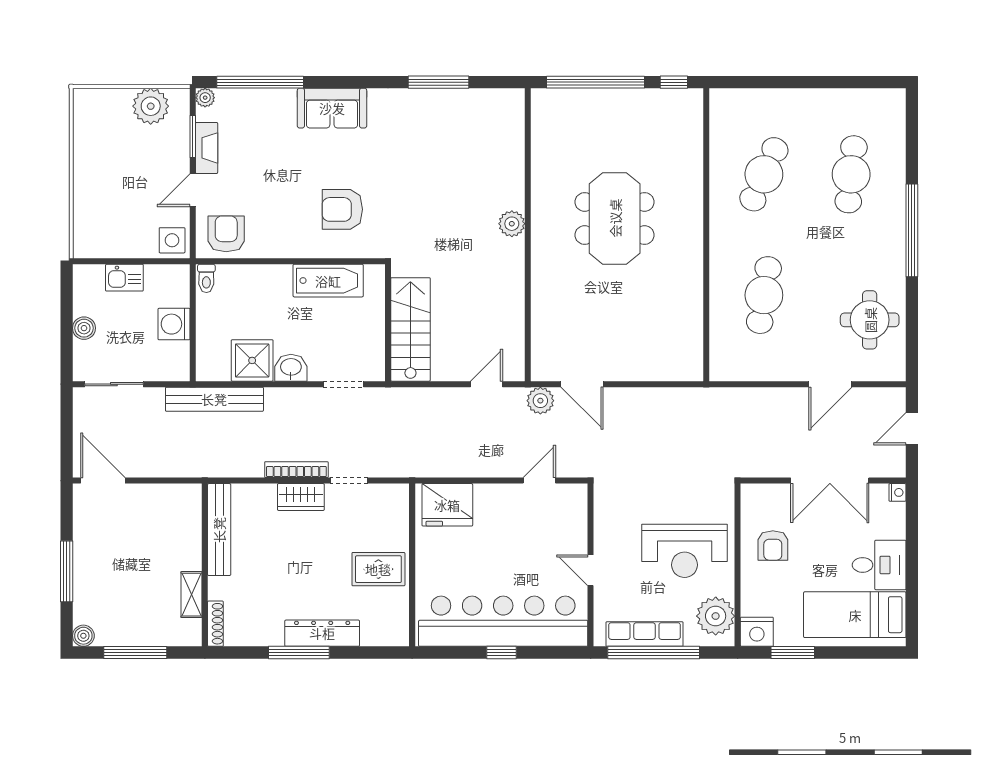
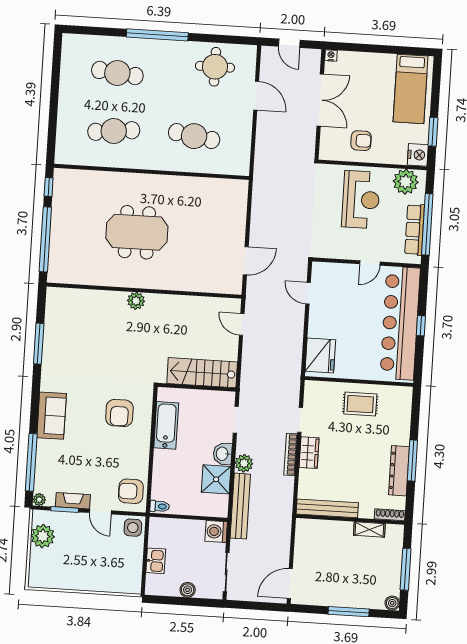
cafe table: (764, 174) -> (114, 131), turned -30
washing machine: (174, 324) -> (216, 532), moved, turned 90
plant: (540, 401) -> (244, 463), moved
desk: (879, 565) -> (378, 71), removed
rug: (378, 569) -> (360, 404), turned 90
dresser: (322, 633) -> (399, 471), moved

